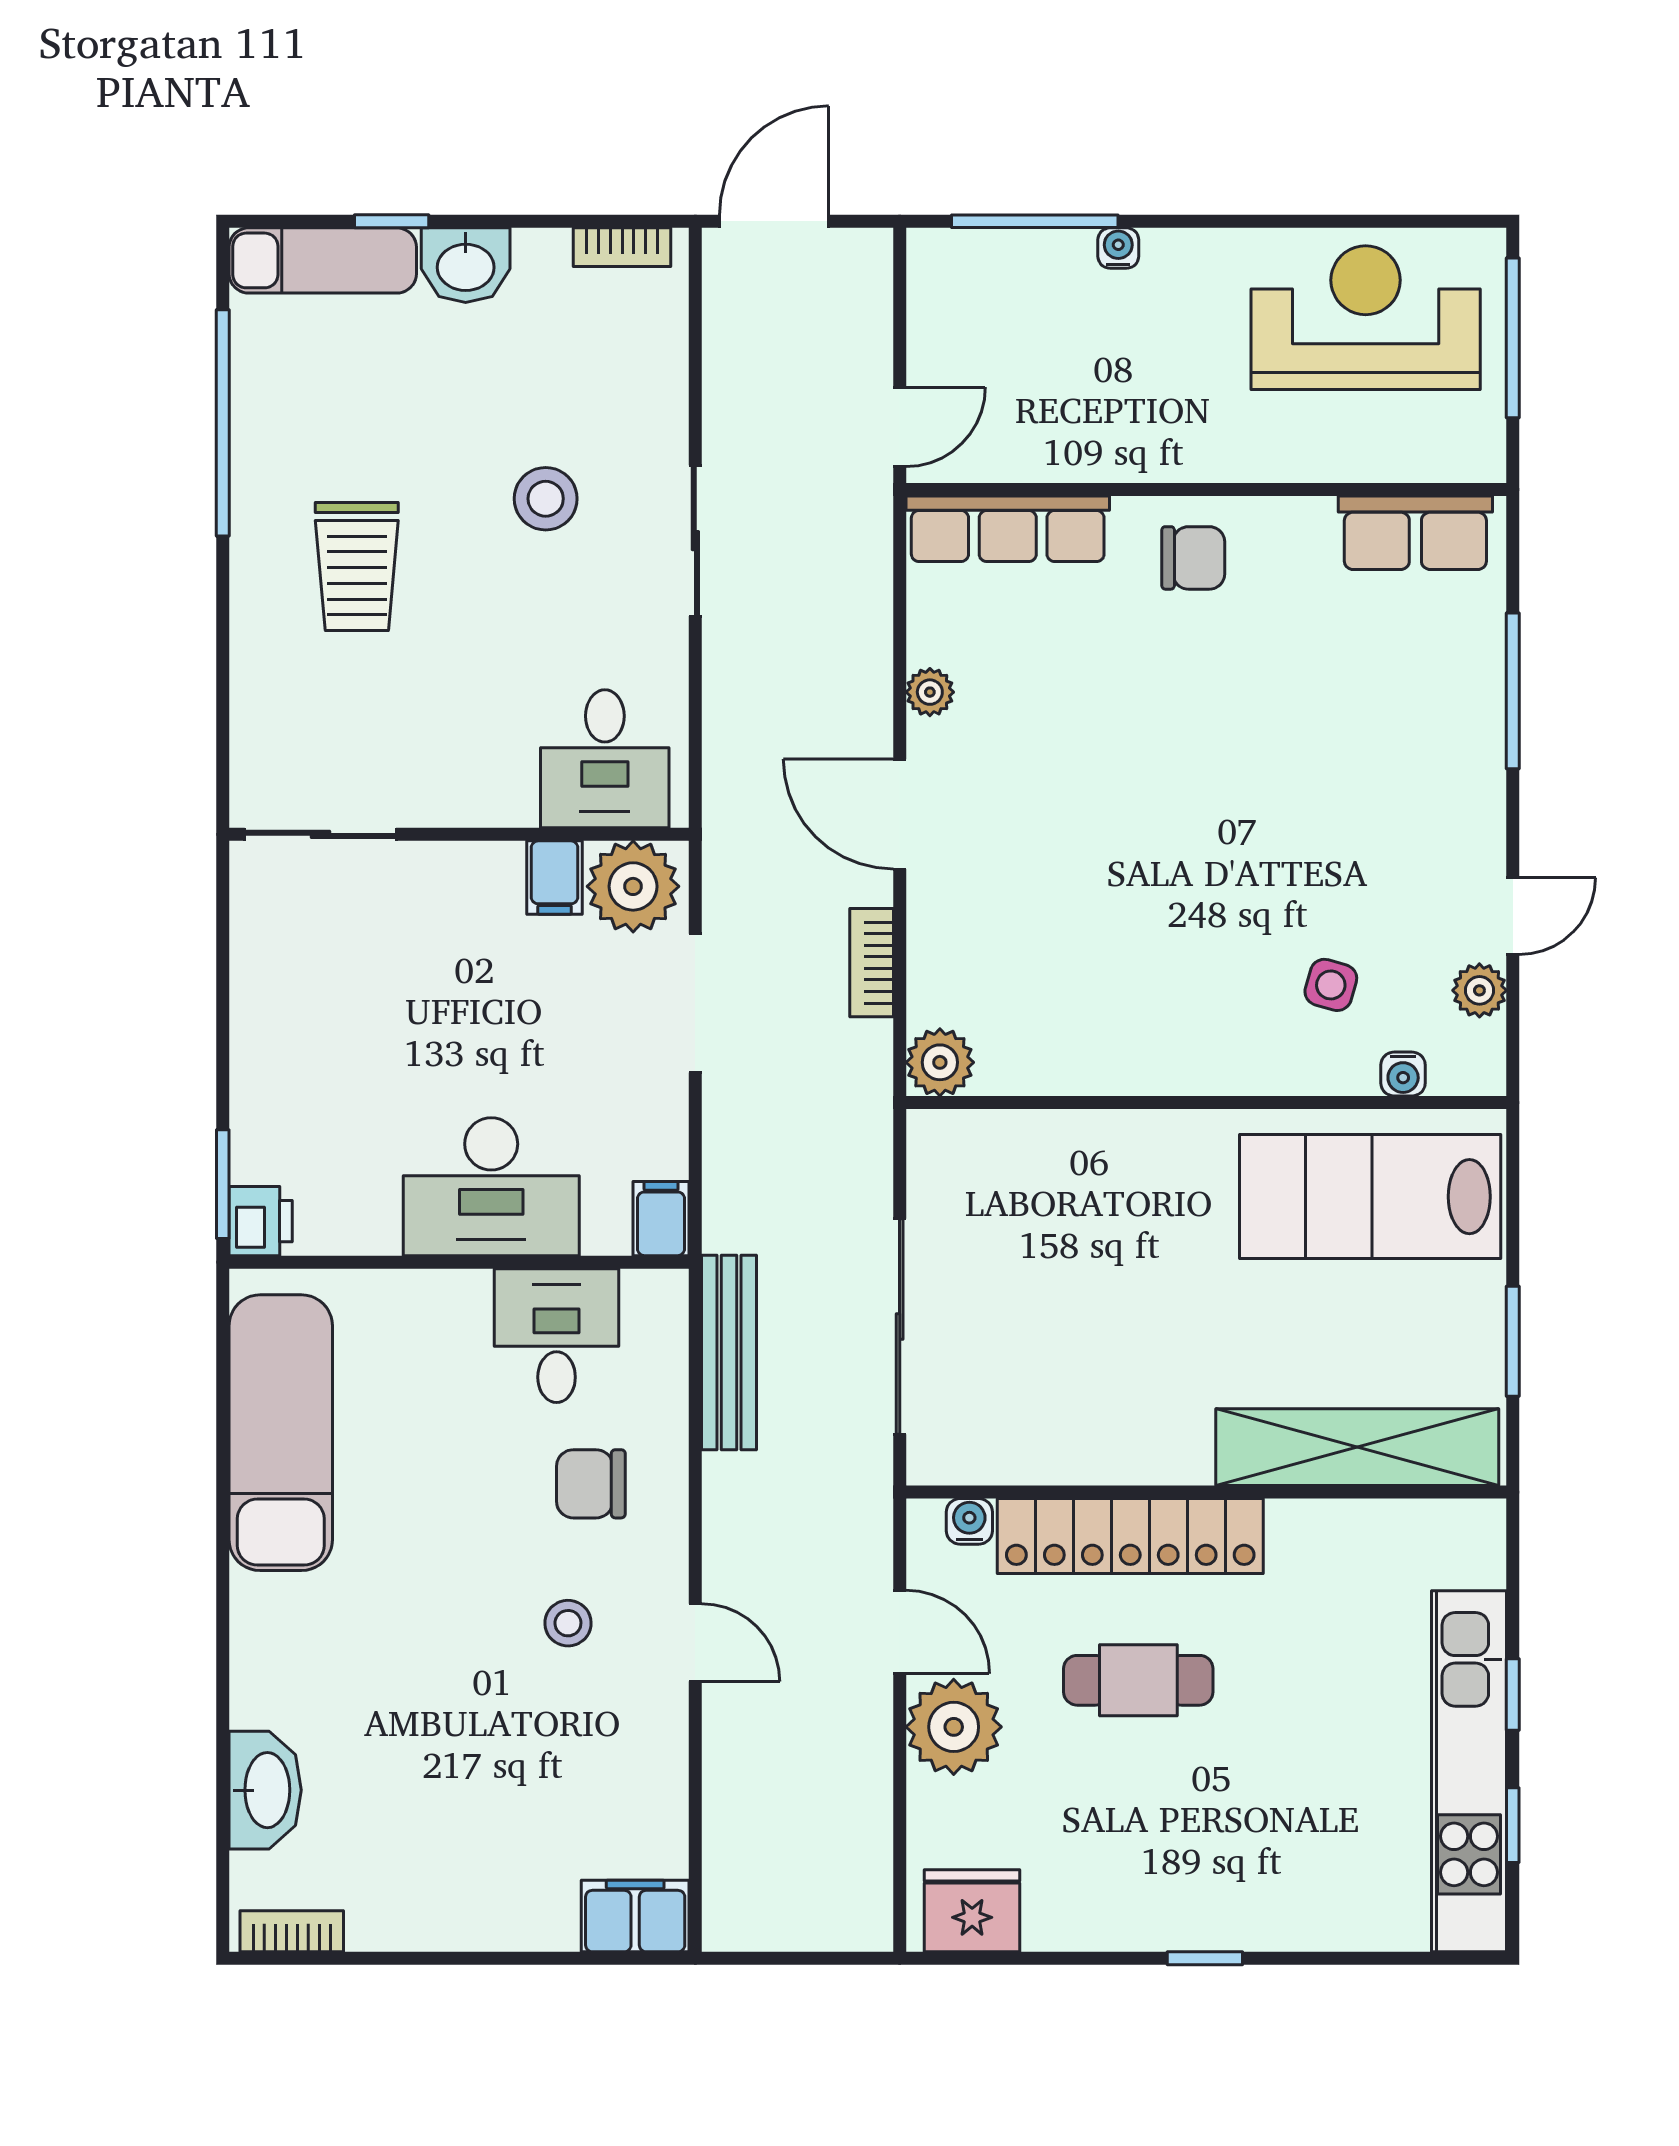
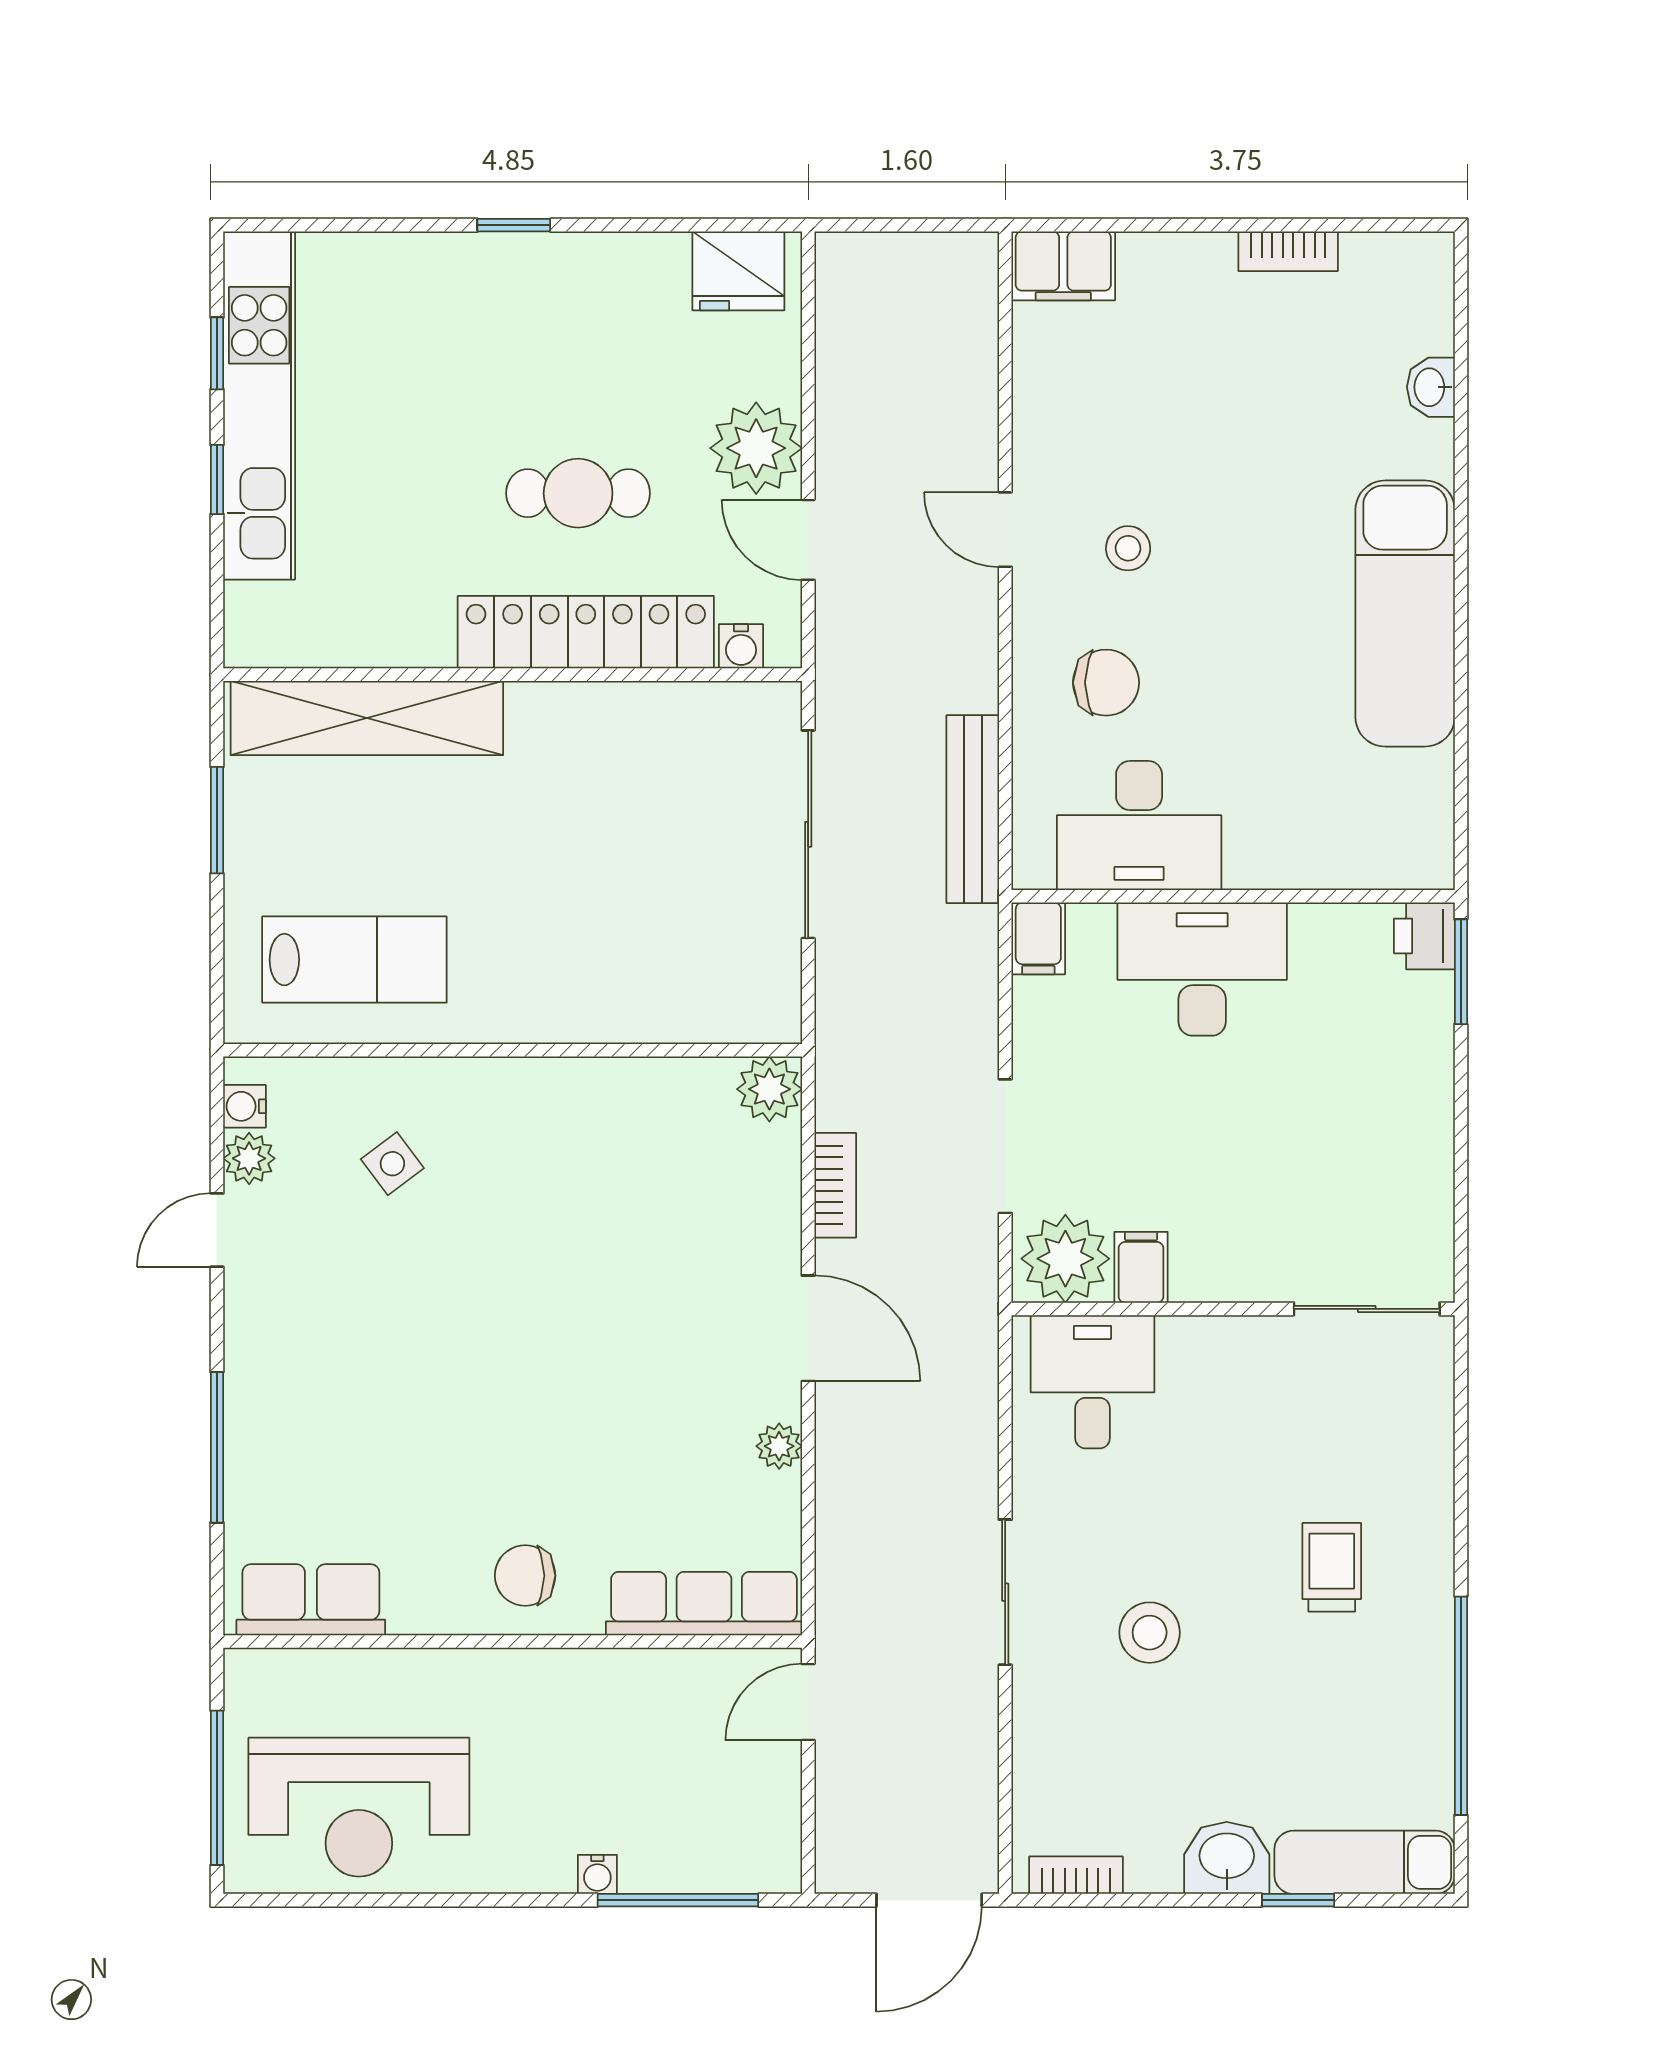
trolley: (357, 566) -> (1332, 1567), width x0.73, depth x0.72
side table: (1331, 985) -> (392, 1164), turned 37
water cooler: (1403, 1074) -> (244, 1106), moved, turned -90
lab bench: (1370, 1197) -> (354, 960), width x0.73, depth x0.72
desk: (557, 1336) -> (1139, 826), width x1.37
exam couch: (281, 1433) -> (1405, 613), moved
washbasin: (265, 1790) -> (1431, 387), width x0.52, depth x0.69
bookcase: (292, 1931) -> (1288, 251), moved

